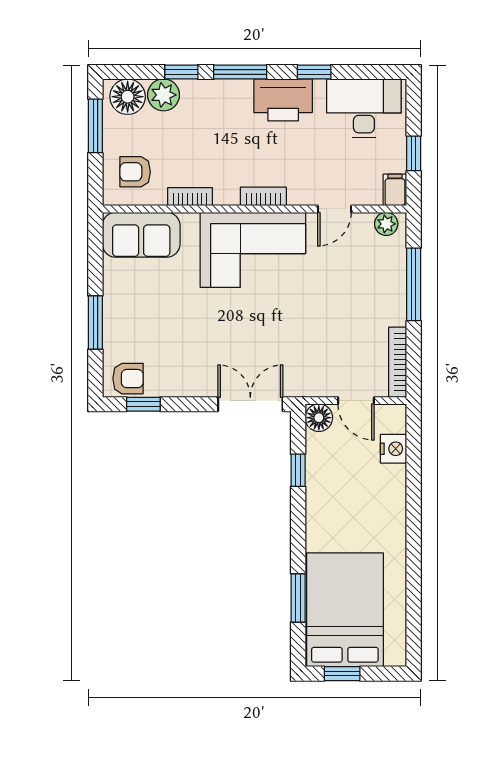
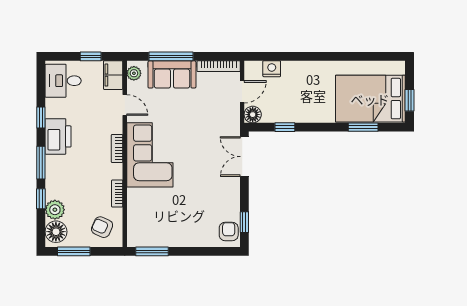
desk: (364, 108) -> (63, 81), width x0.73
armchair: (135, 172) -> (102, 227), turned 114
filing cabinet: (395, 190) -> (113, 75), width x2.00
sofa: (141, 235) -> (172, 74), moved, turned 90
window: (95, 323) -> (152, 251), moved

